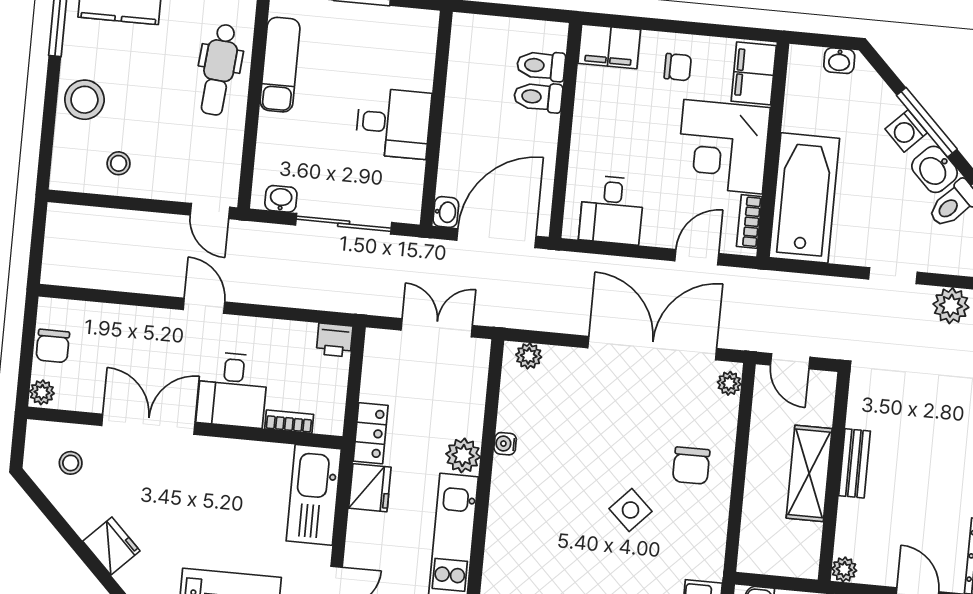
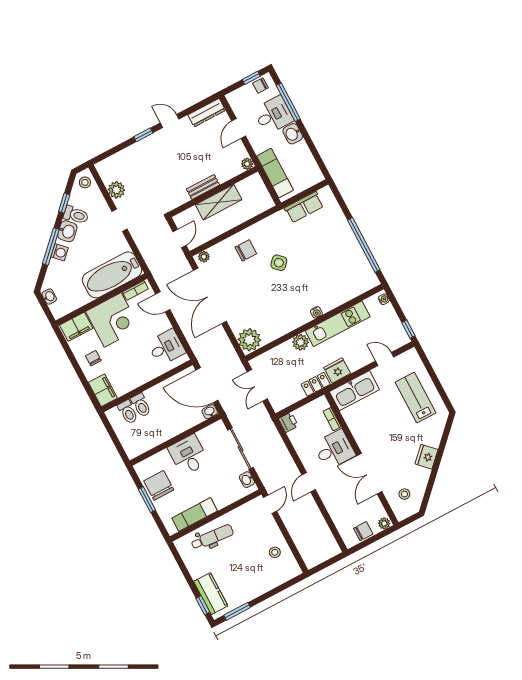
chair: (374, 35) -> (159, 485), added
stool: (84, 100) -> (259, 582), removed
plant: (529, 356) -> (249, 340), width x1.88, depth x1.88
water cooler: (505, 444) -> (316, 312), moved

